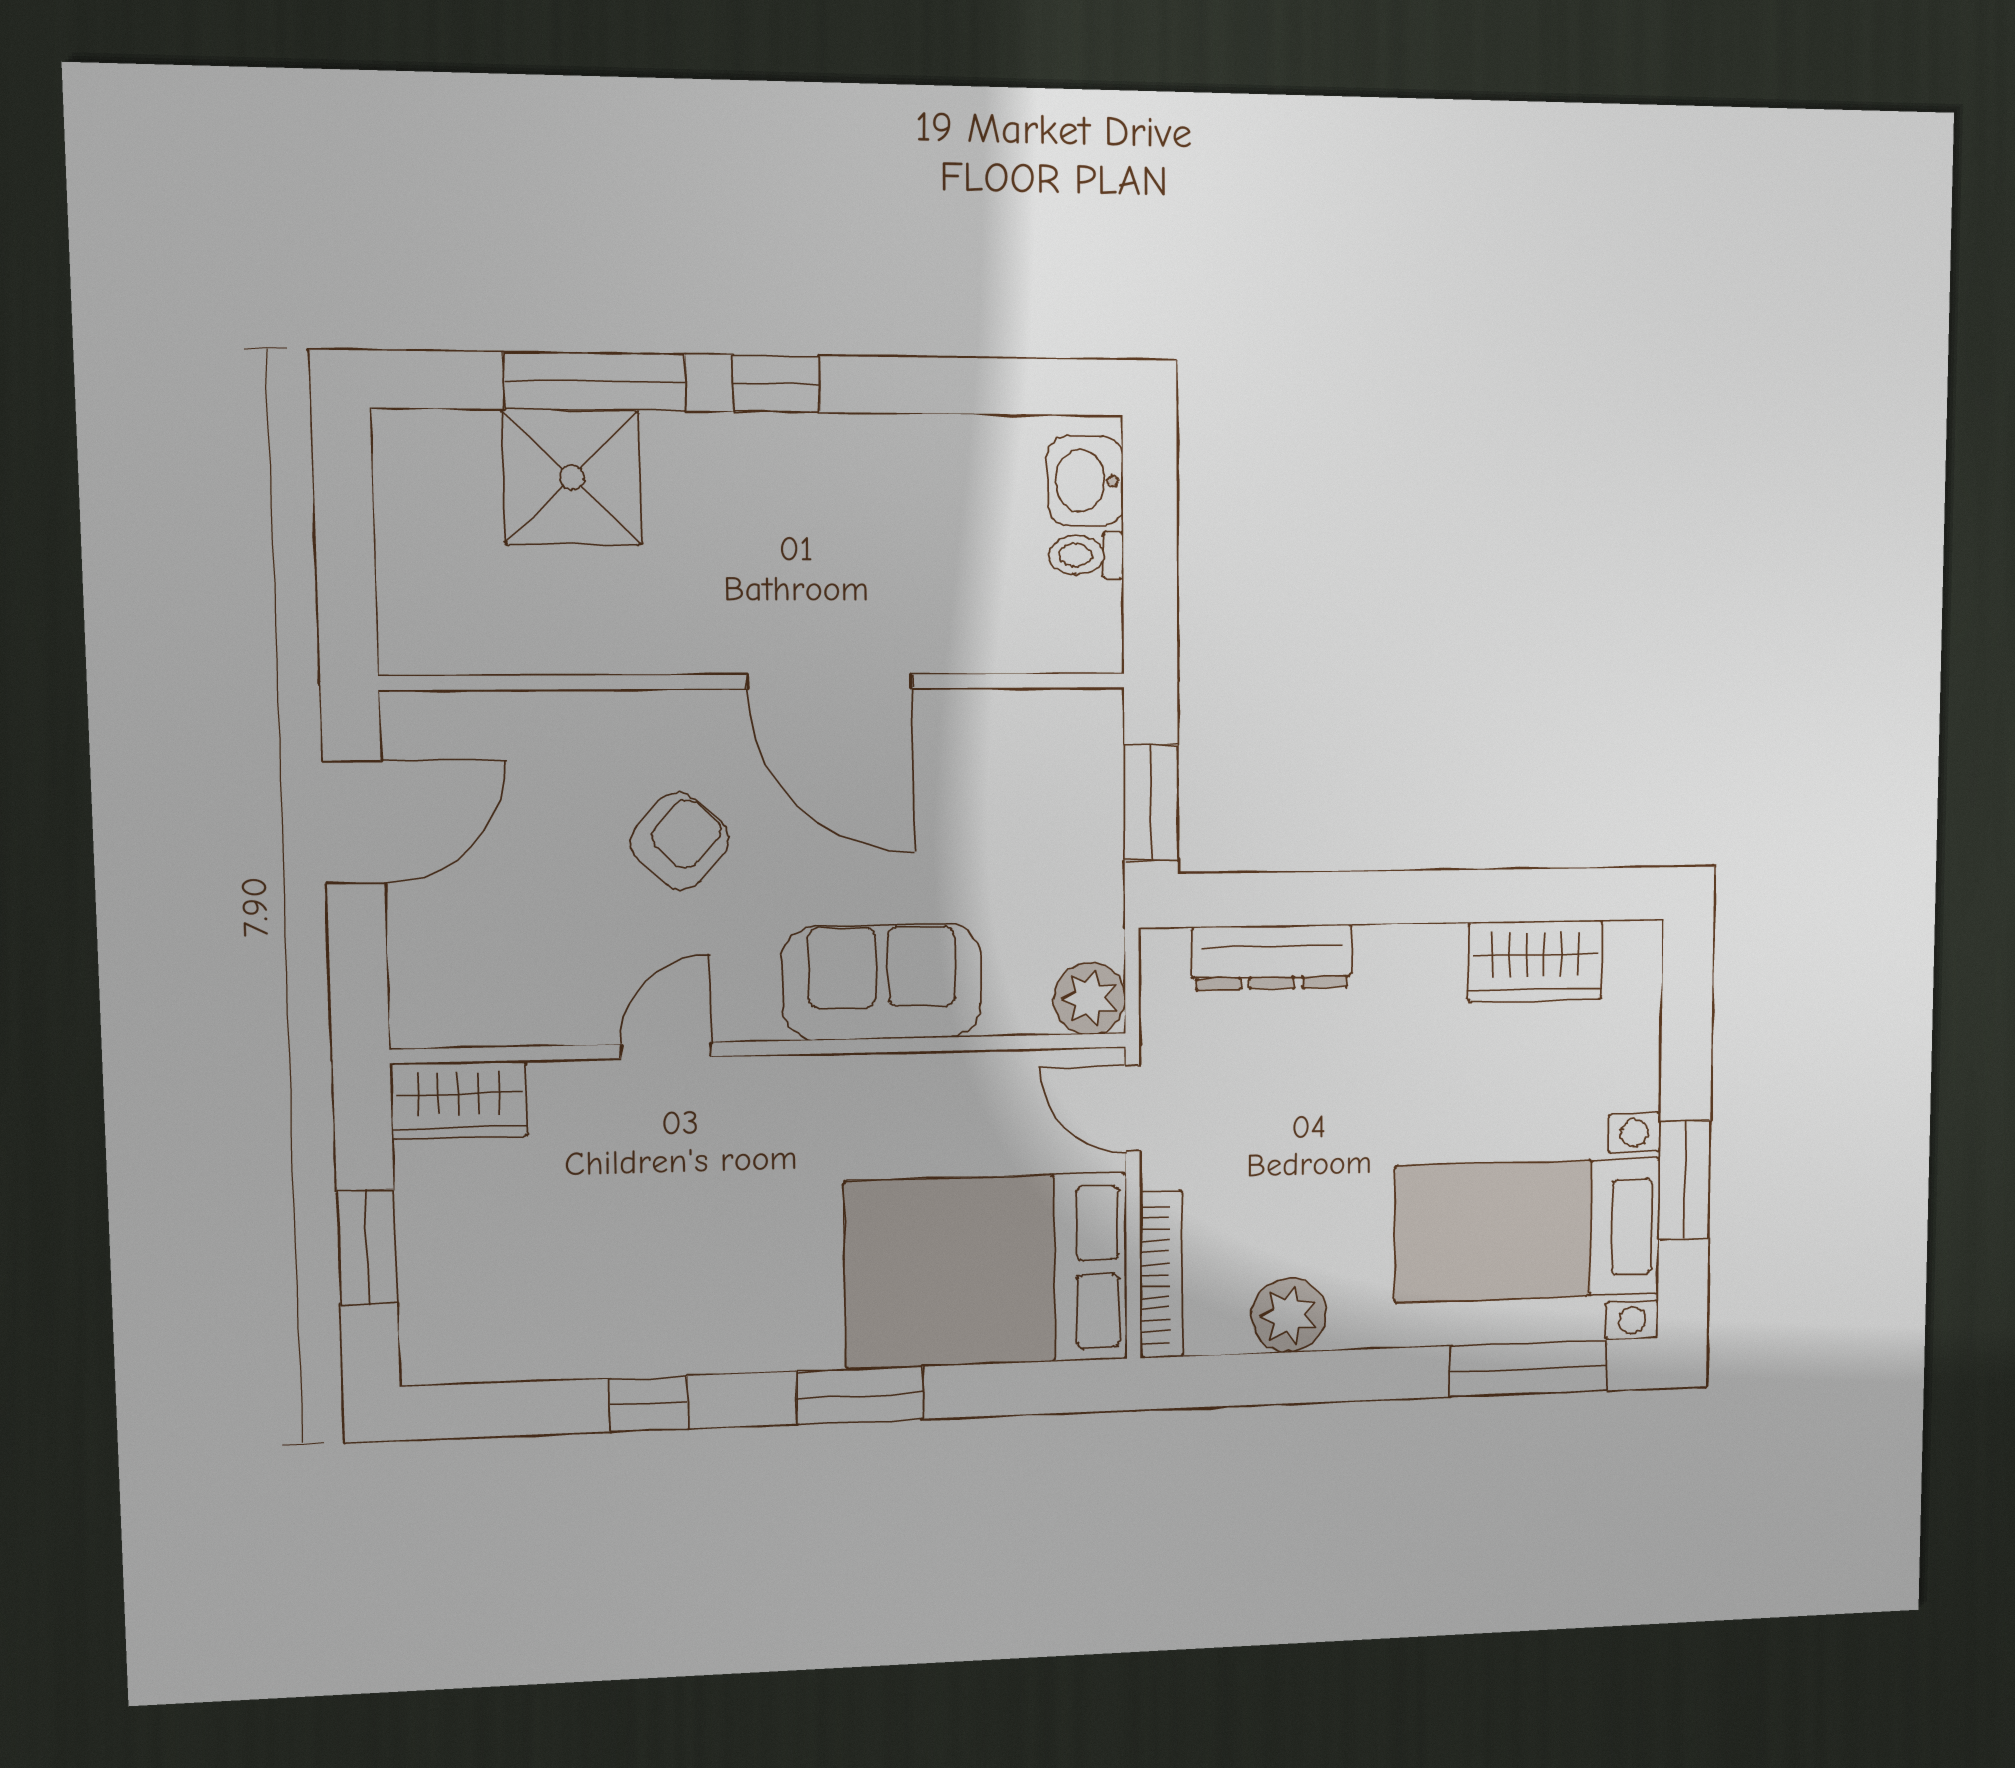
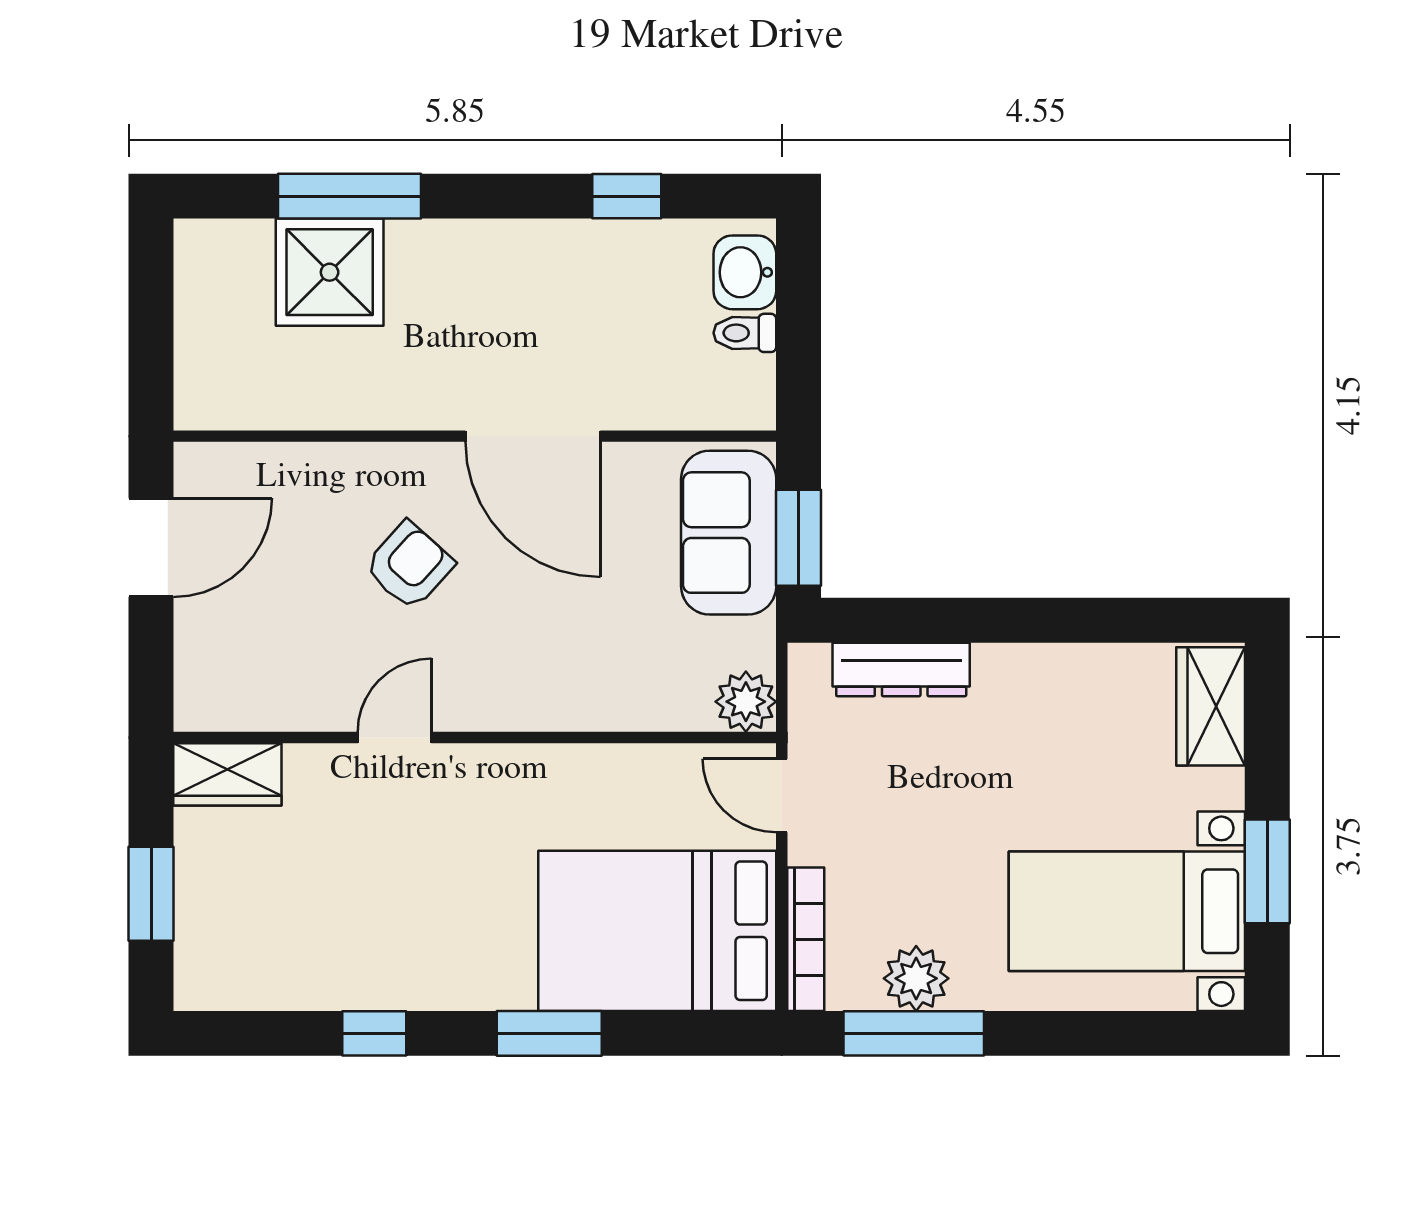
window: (776, 384) -> (627, 196), moved
wardrobe: (1535, 961) -> (1211, 706), moved, turned 90
sofa: (882, 982) -> (729, 533), moved, turned -90
window: (1528, 1368) -> (914, 1033), moved

